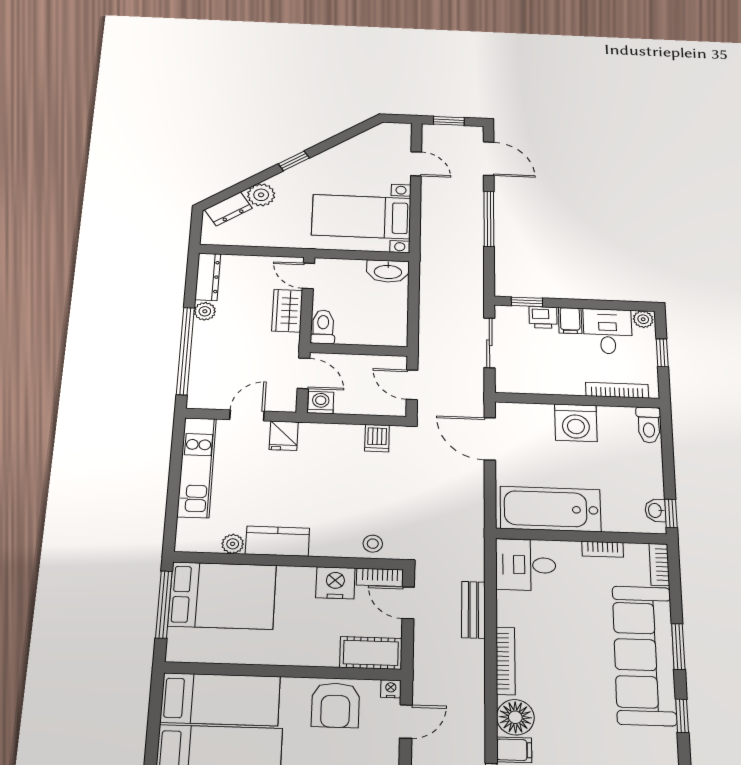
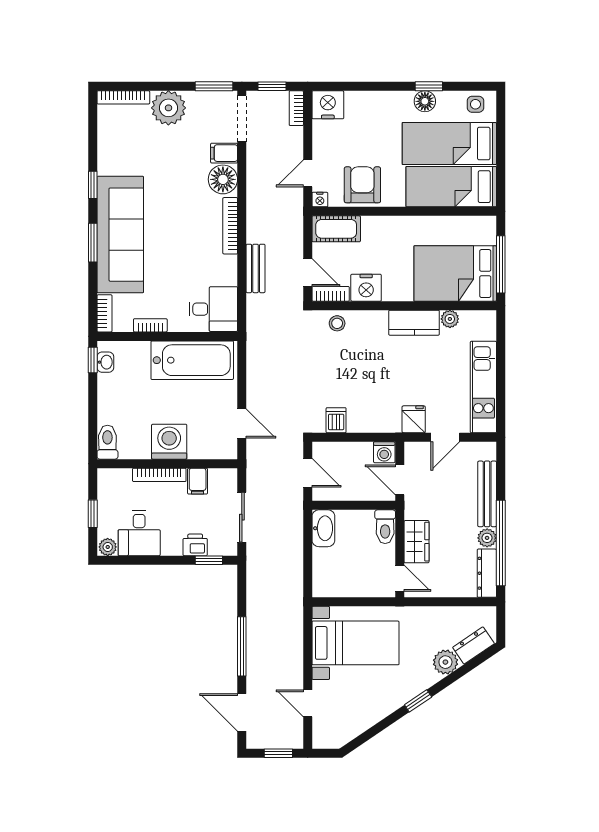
washbasin: (388, 271) -> (323, 528), moved, turned 90
filing cabinet: (570, 321) -> (198, 481), moved, turned 180
window: (185, 351) -> (501, 543), moved
bench: (201, 355) -> (487, 494), added
bookcase: (617, 390) -> (159, 475), moved
door: (490, 439) -> (242, 423), width x0.73

